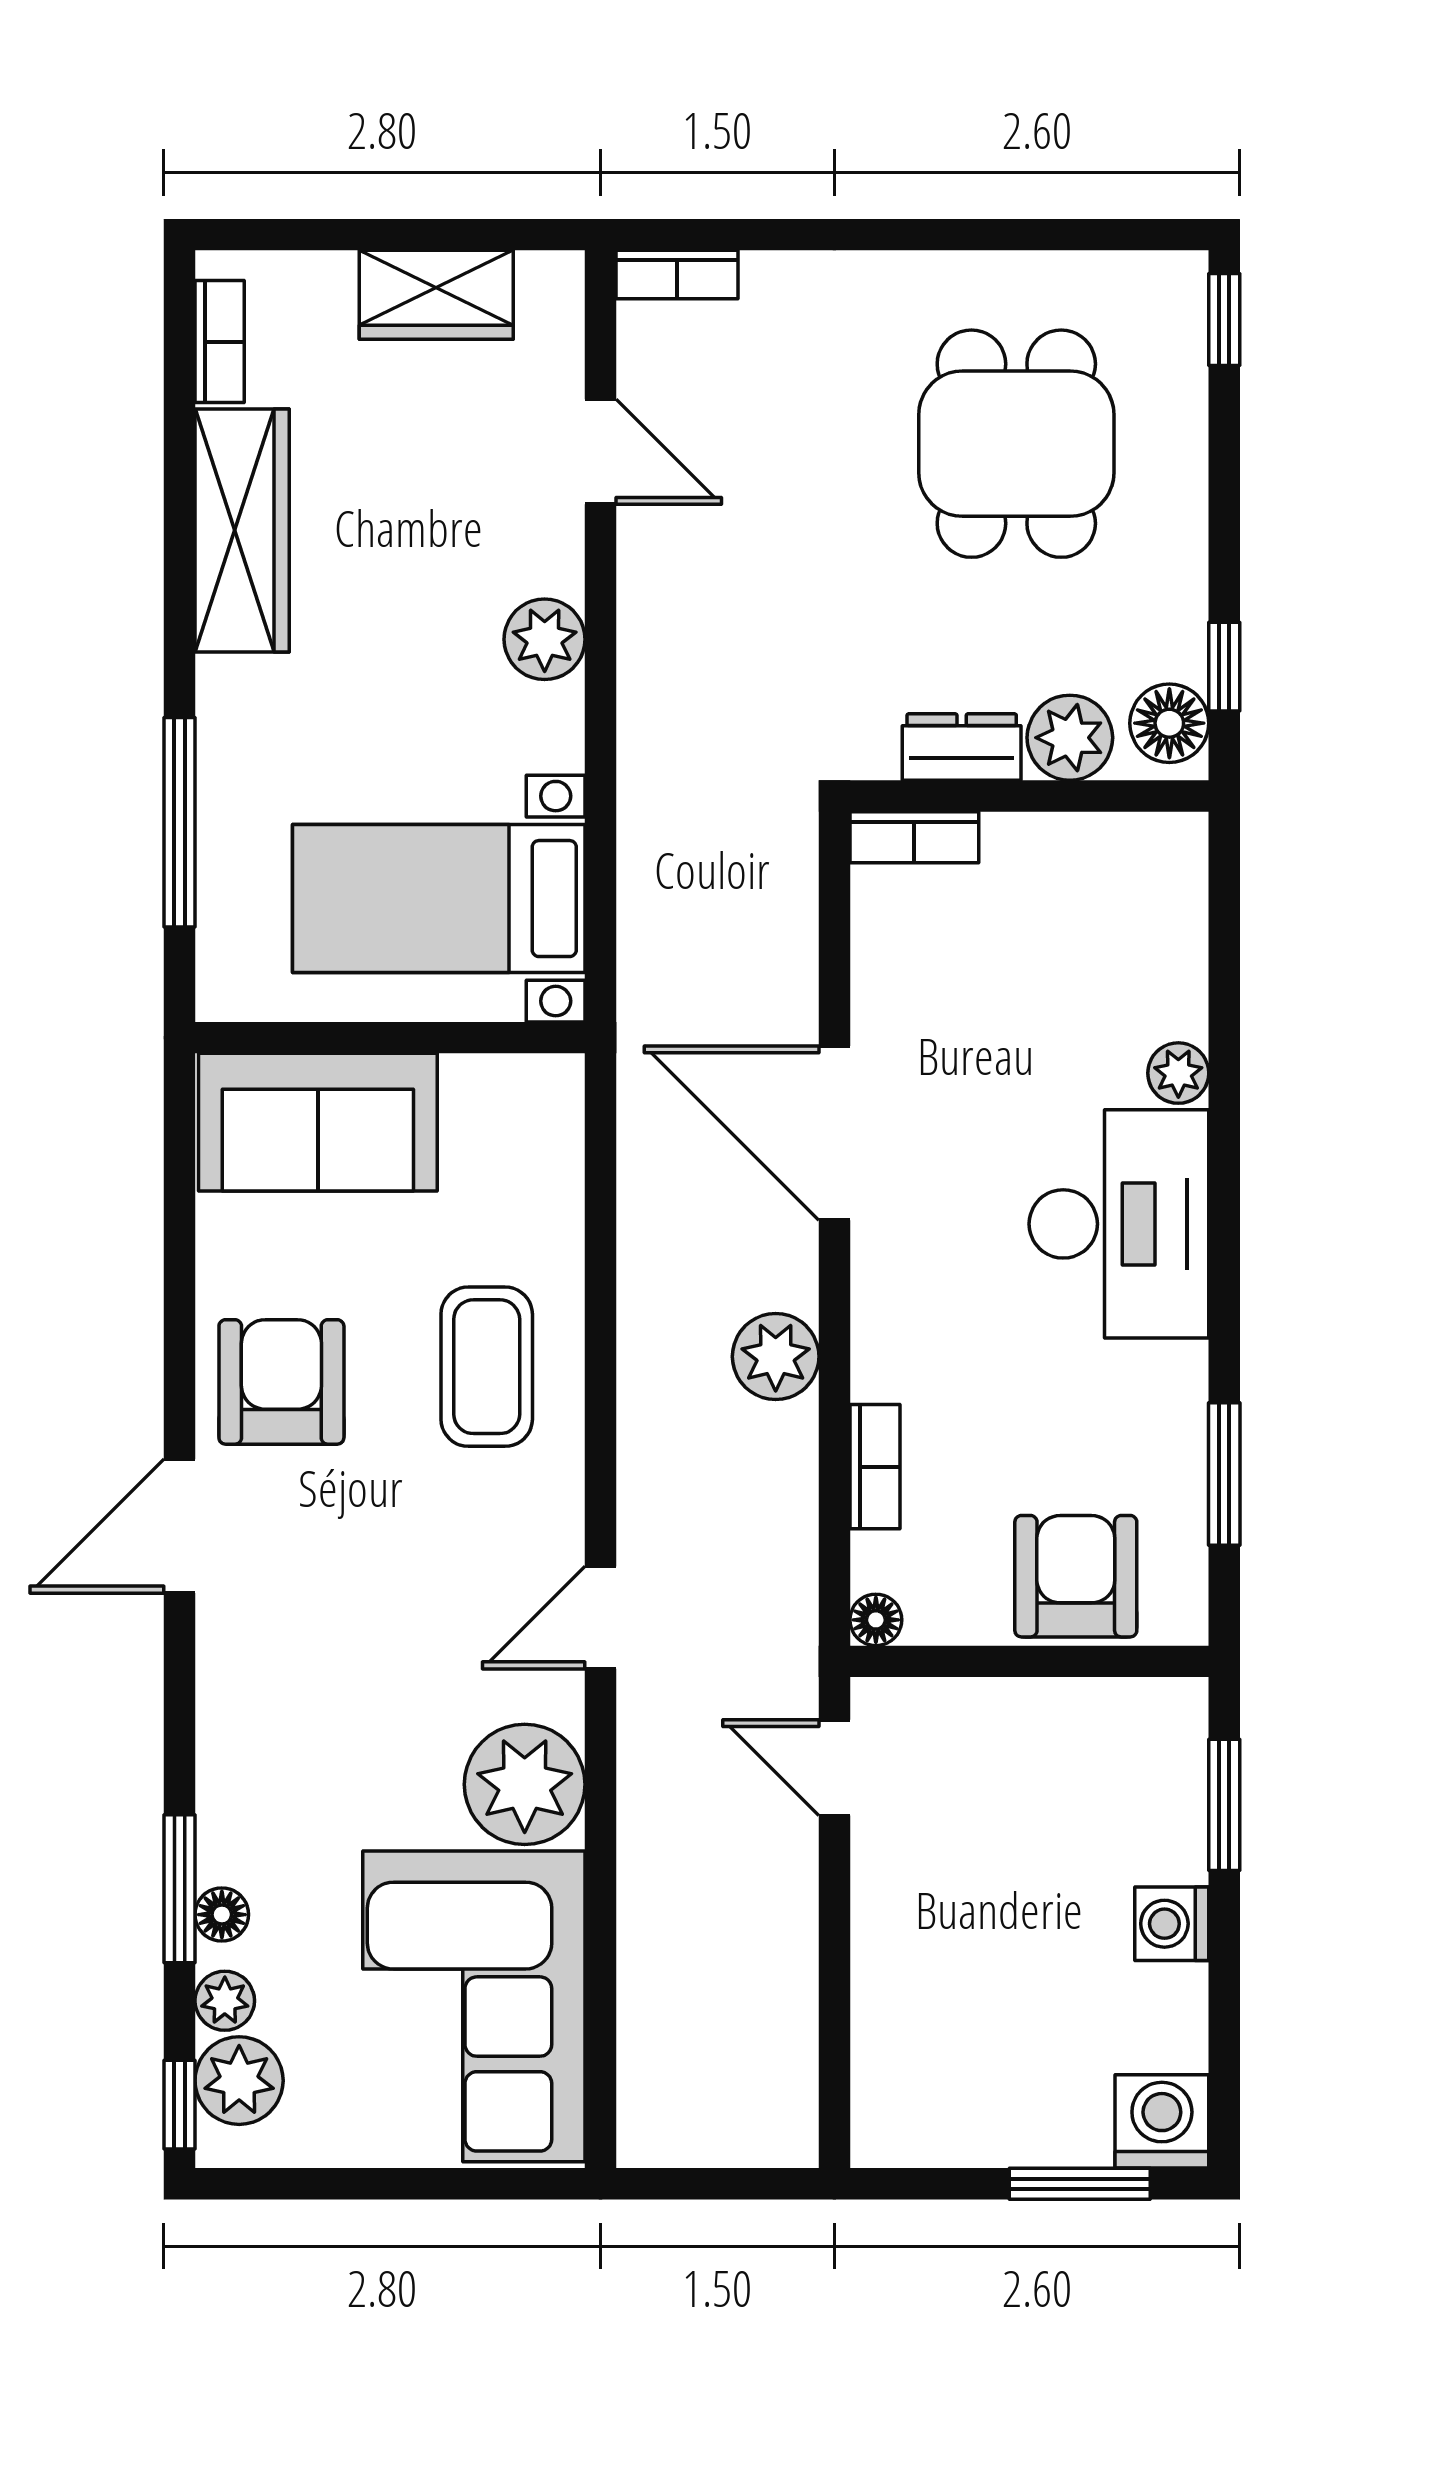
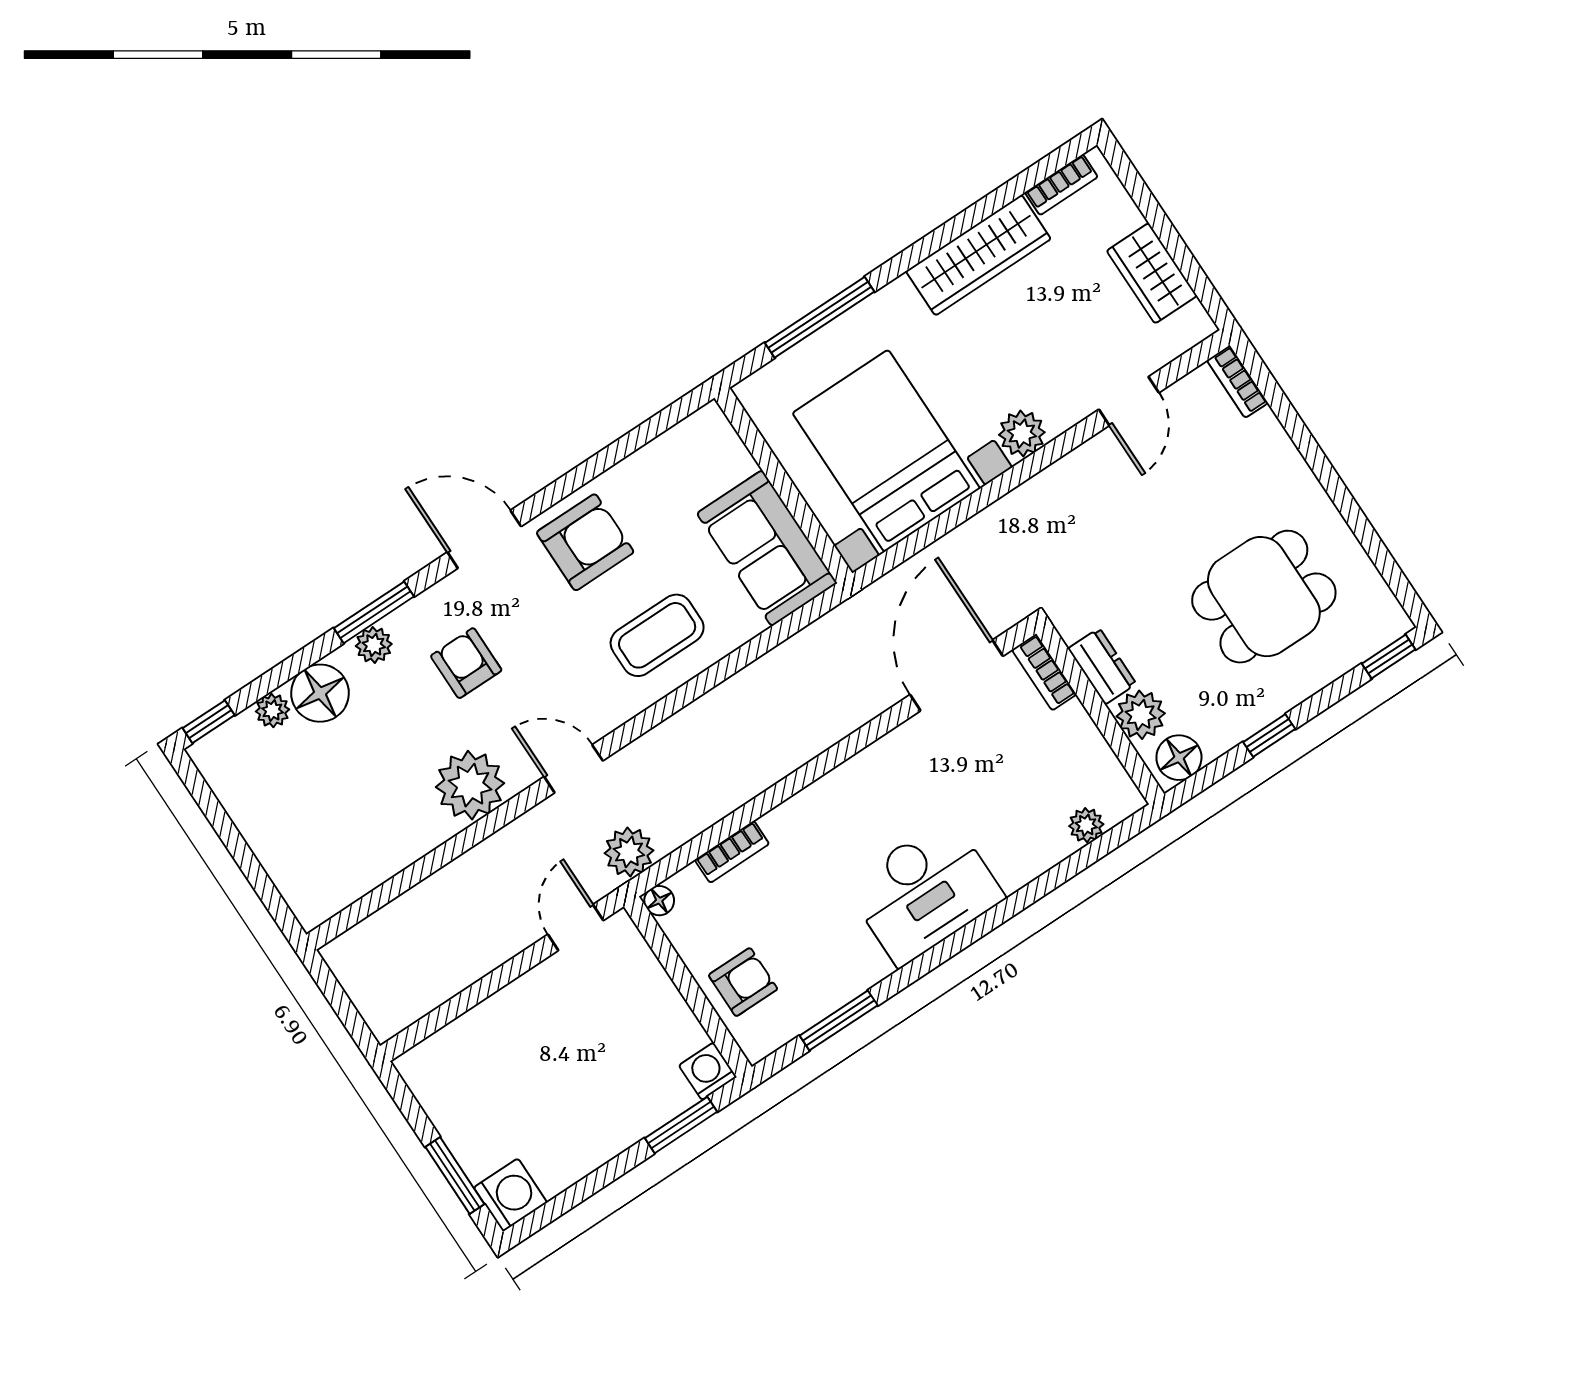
window: (1224, 667) -> (1269, 735), moved
bed with nightstands: (439, 899) -> (886, 451), width x1.36
plant: (1178, 1073) -> (1086, 825), moved
sofa: (318, 1122) -> (767, 548), moved
door: (834, 1133) -> (957, 675), moved
plant: (776, 1357) -> (629, 852), moved
armchair: (1076, 1576) -> (743, 982), width x0.72, depth x0.72
armchair: (343, 1672) -> (466, 663), added
window: (180, 1889) -> (374, 612), moved
floor lamp: (222, 1915) -> (320, 693), width x1.89, depth x1.89
washing machine: (1172, 1924) -> (708, 1071), moved
corner sofa: (474, 2006) -> (348, 831), removed
plant: (239, 2081) -> (374, 645), moved, width x0.73, depth x0.73

